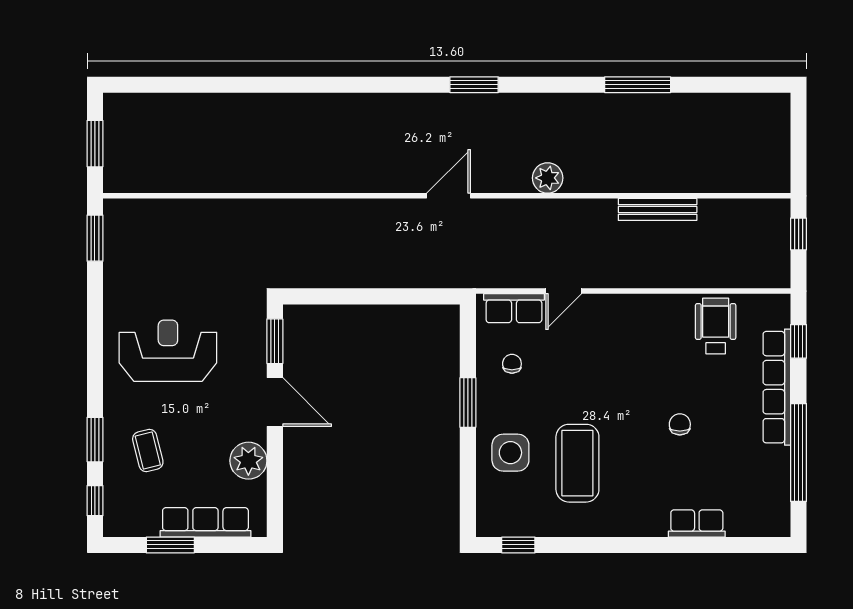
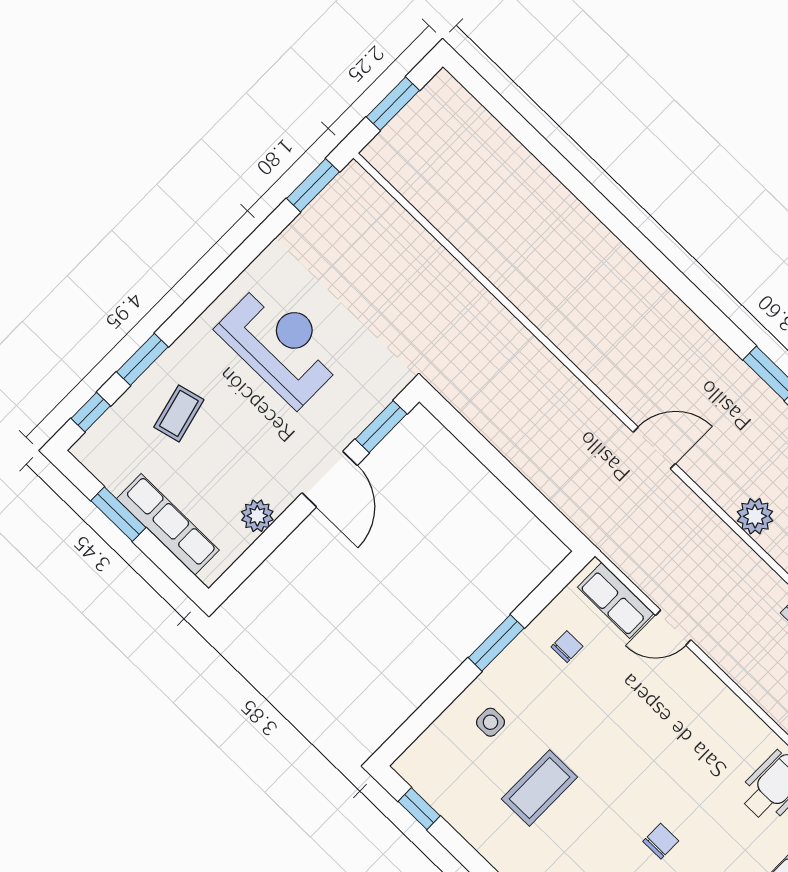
side table: (510, 453) -> (490, 722), width x0.54, depth x0.54
plant: (248, 461) -> (257, 516), width x0.73, depth x0.73
coffee table: (577, 463) -> (539, 788), width x0.73, depth x0.76

